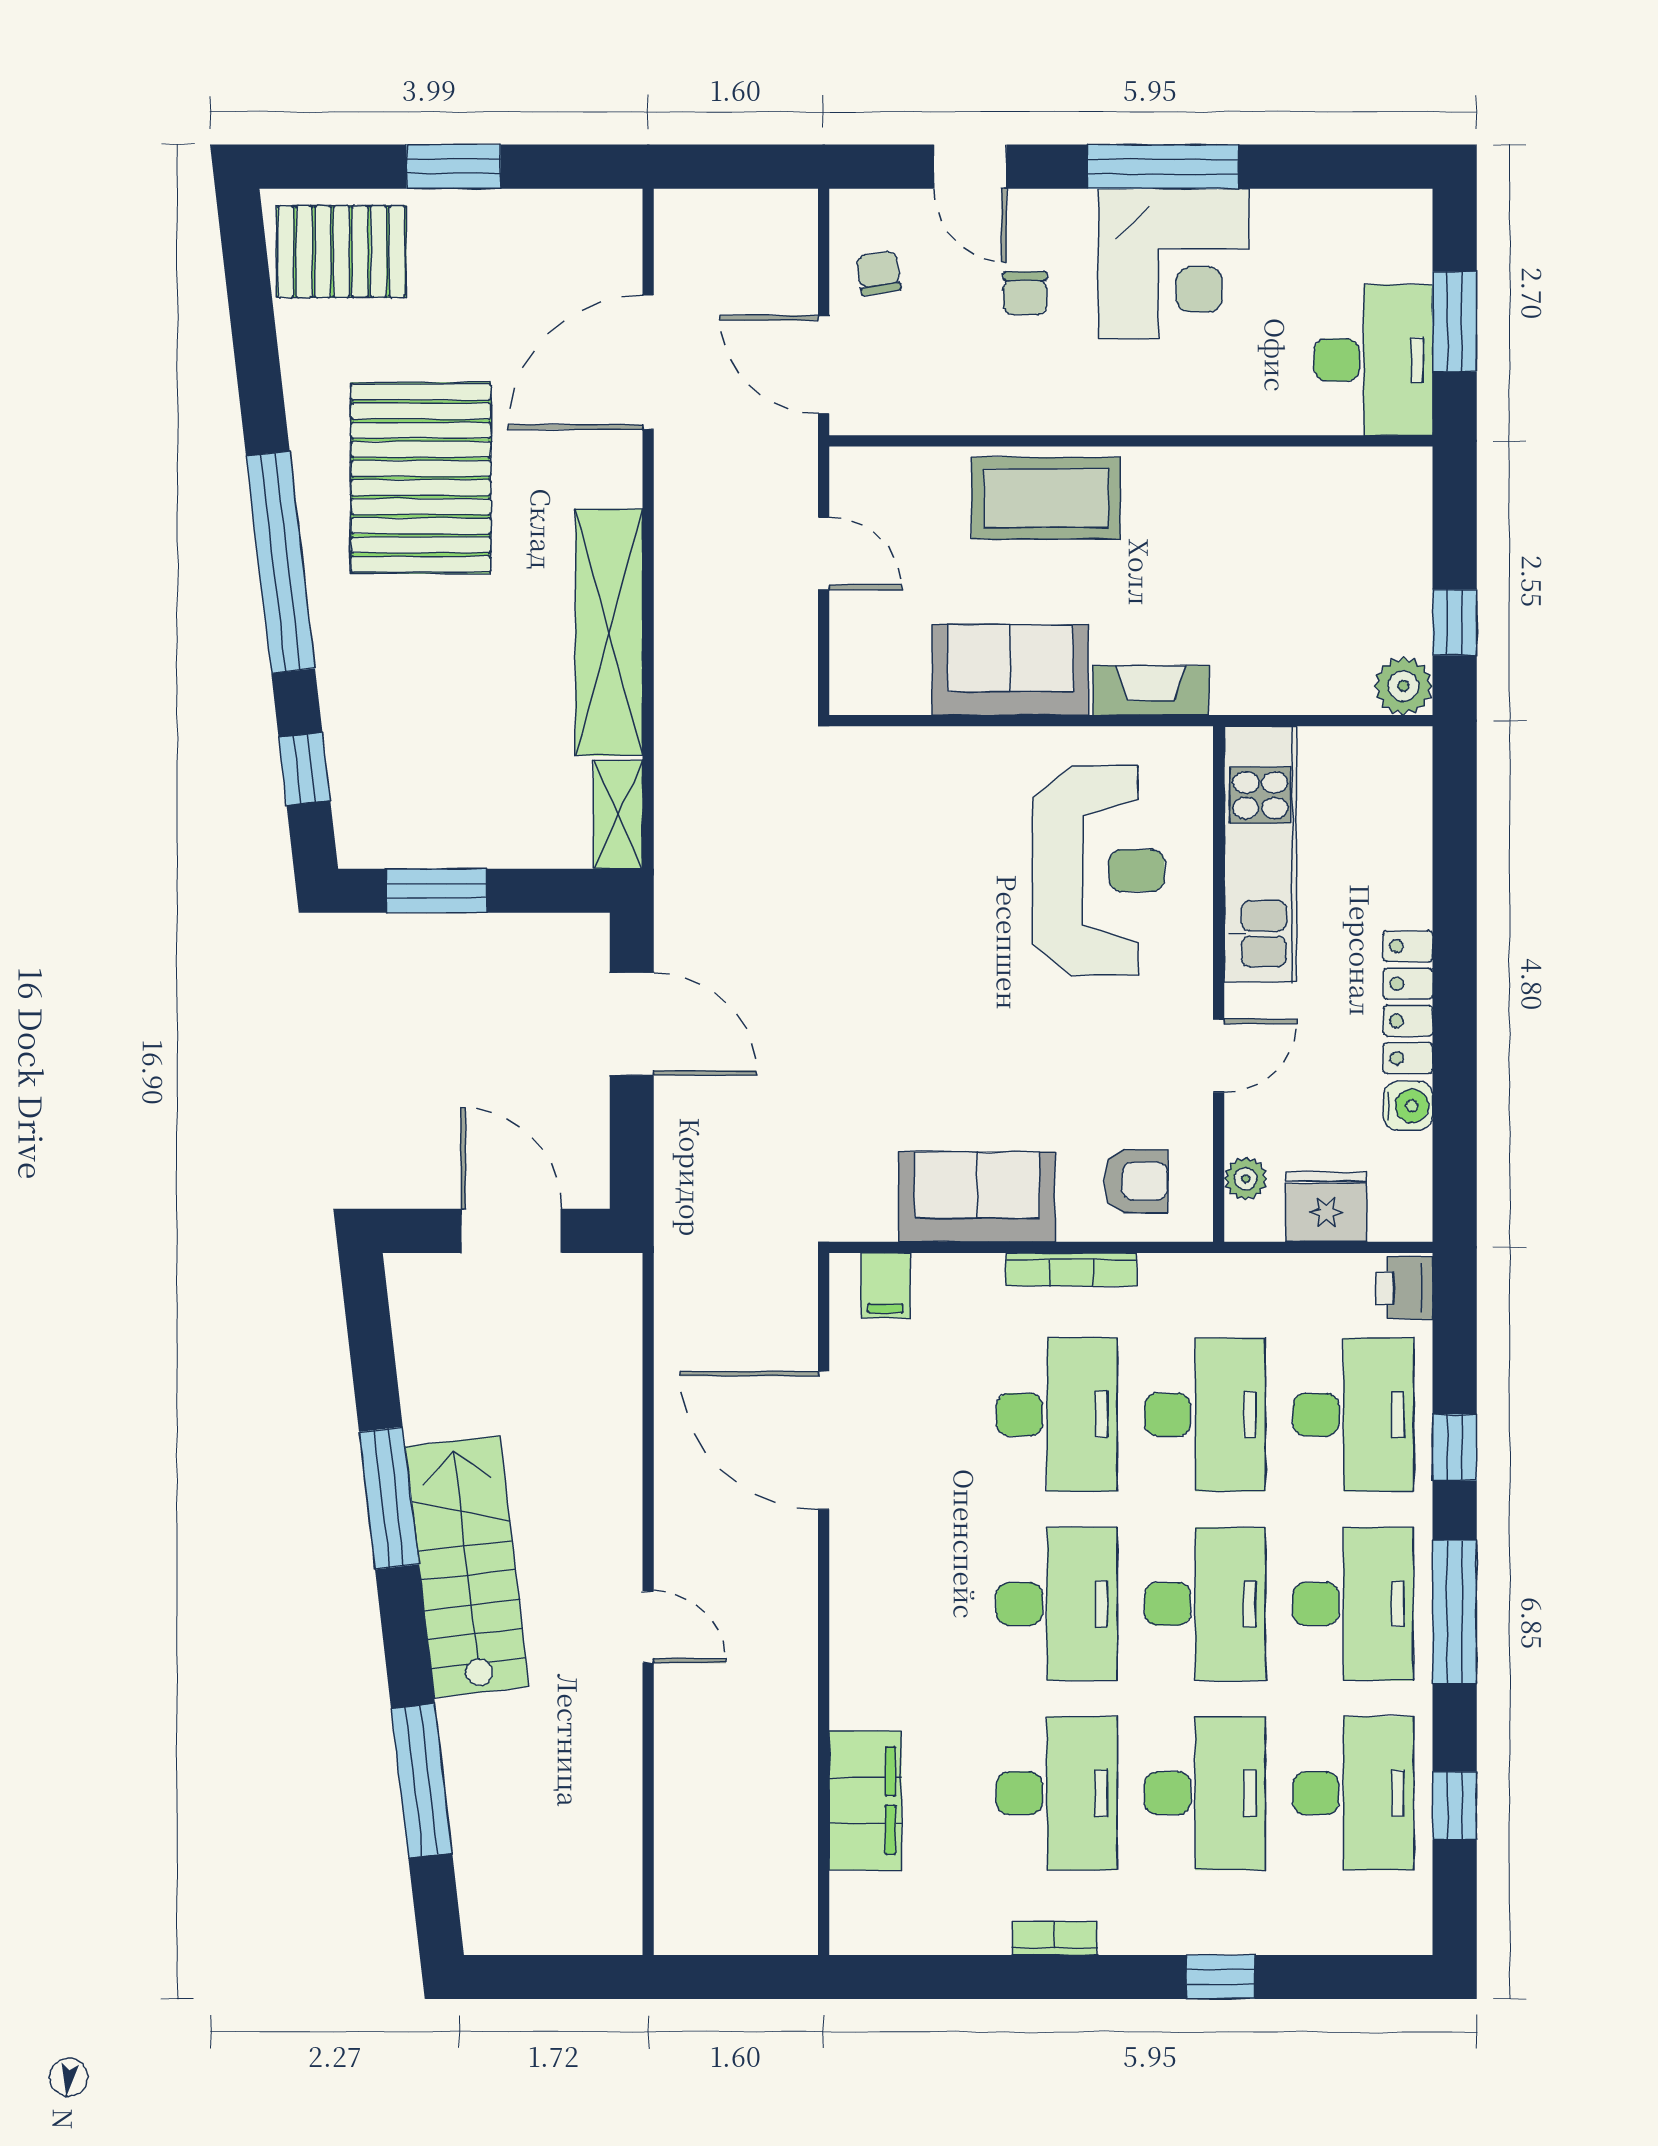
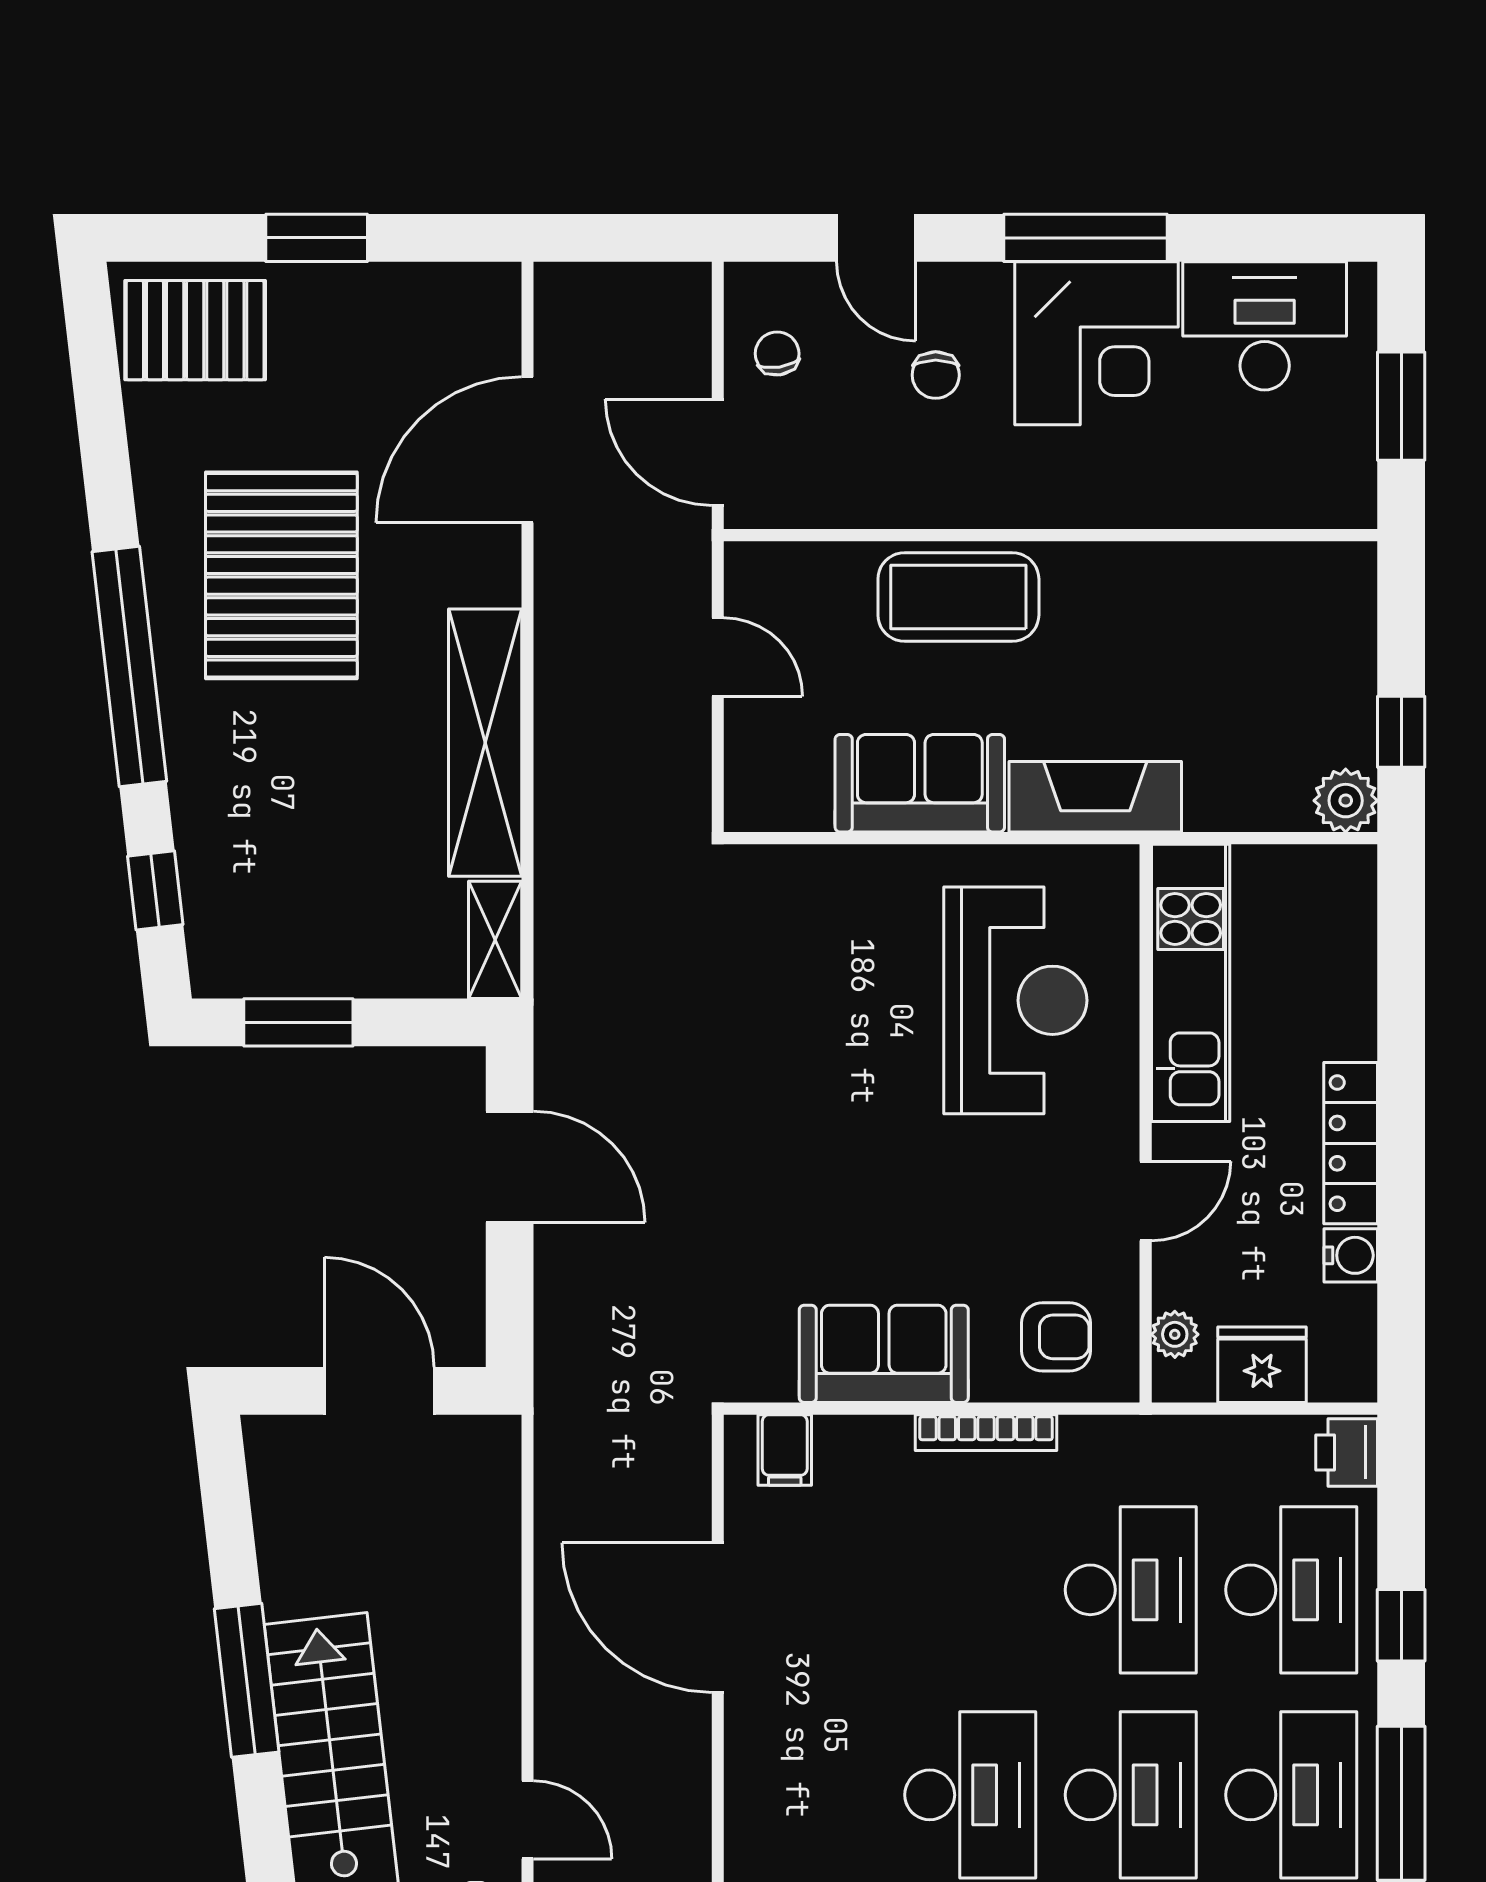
desk: (1373, 360) -> (1265, 326), moved, turned -90
fireplace: (1151, 690) -> (1095, 797), width x1.37, depth x1.32
desk: (1057, 1415) -> (970, 1590), removed

